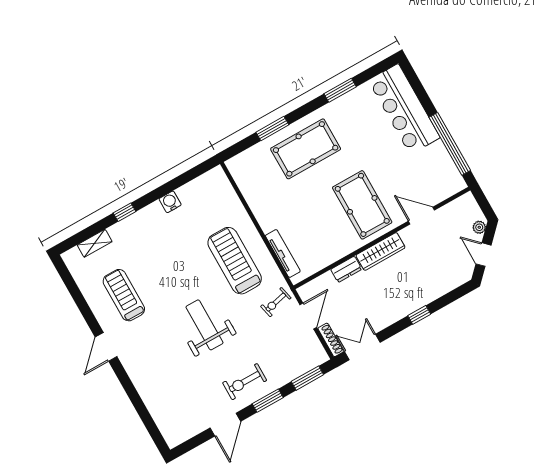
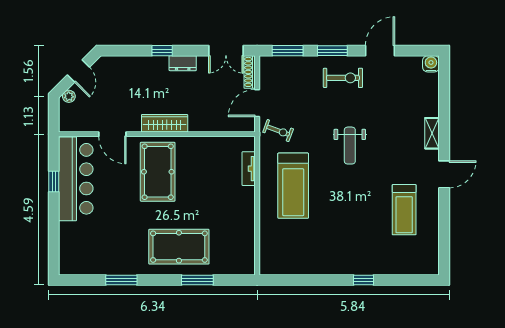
bar counter: (404, 109) -> (76, 179), moved
window: (450, 144) -> (54, 182), width x0.32
water cooler: (170, 202) -> (431, 64), moved, turned 180
shelving: (95, 243) -> (432, 133), moved, turned 90
tv unit: (283, 253) -> (249, 169), width x0.71
dresser: (346, 269) -> (183, 63), moved, turned 180
exercise bike: (276, 302) -> (278, 131), turned 33
weight bench: (204, 325) -> (350, 146), width x0.73, depth x0.75

